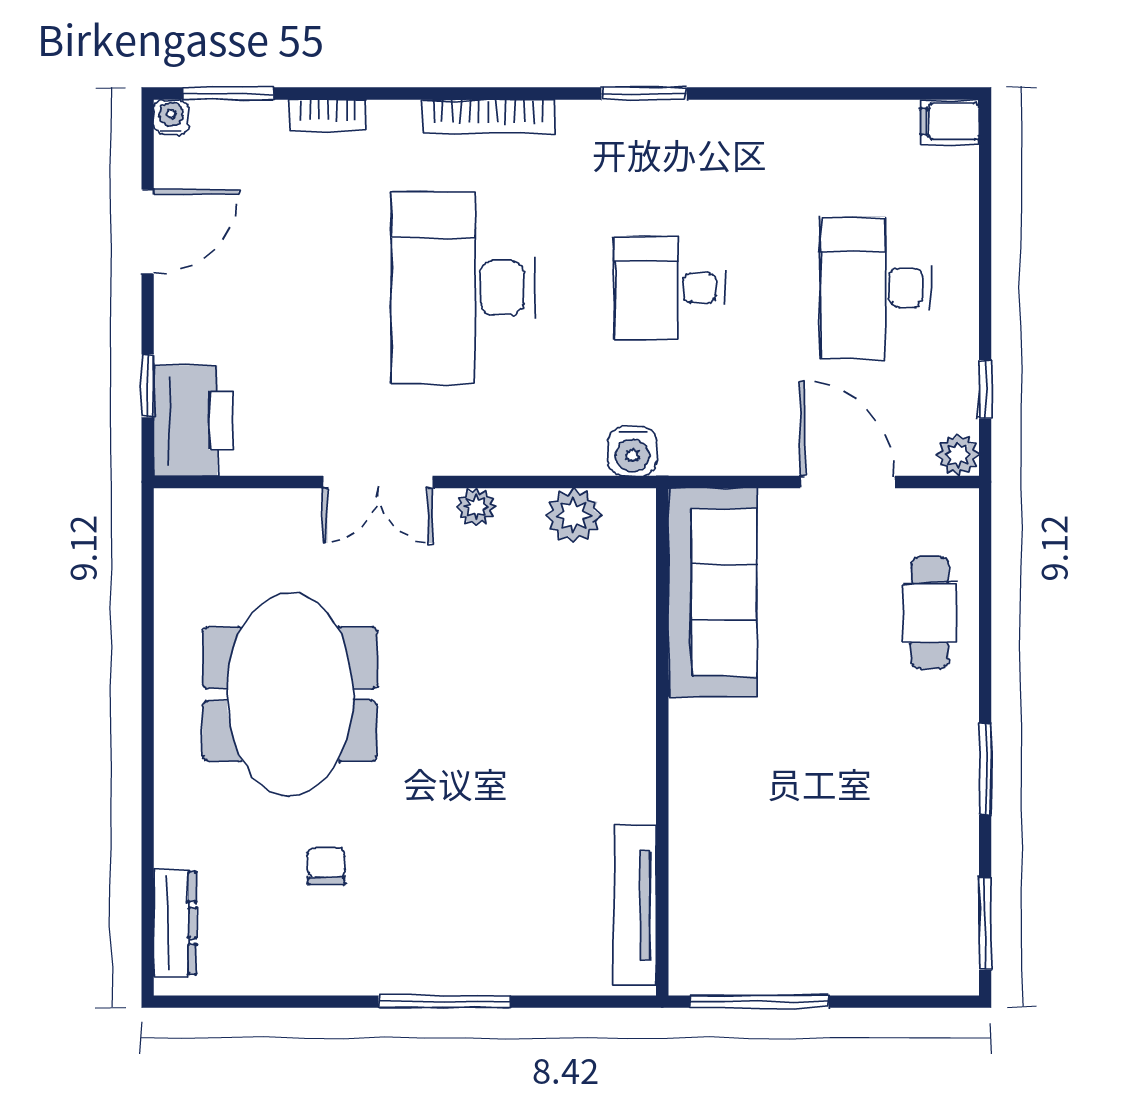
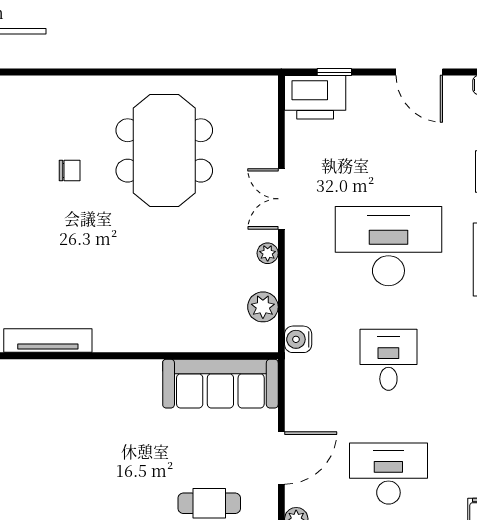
meeting table: (290, 694) -> (164, 150), turned 90
dresser: (175, 923) -> (38, 87), removed

